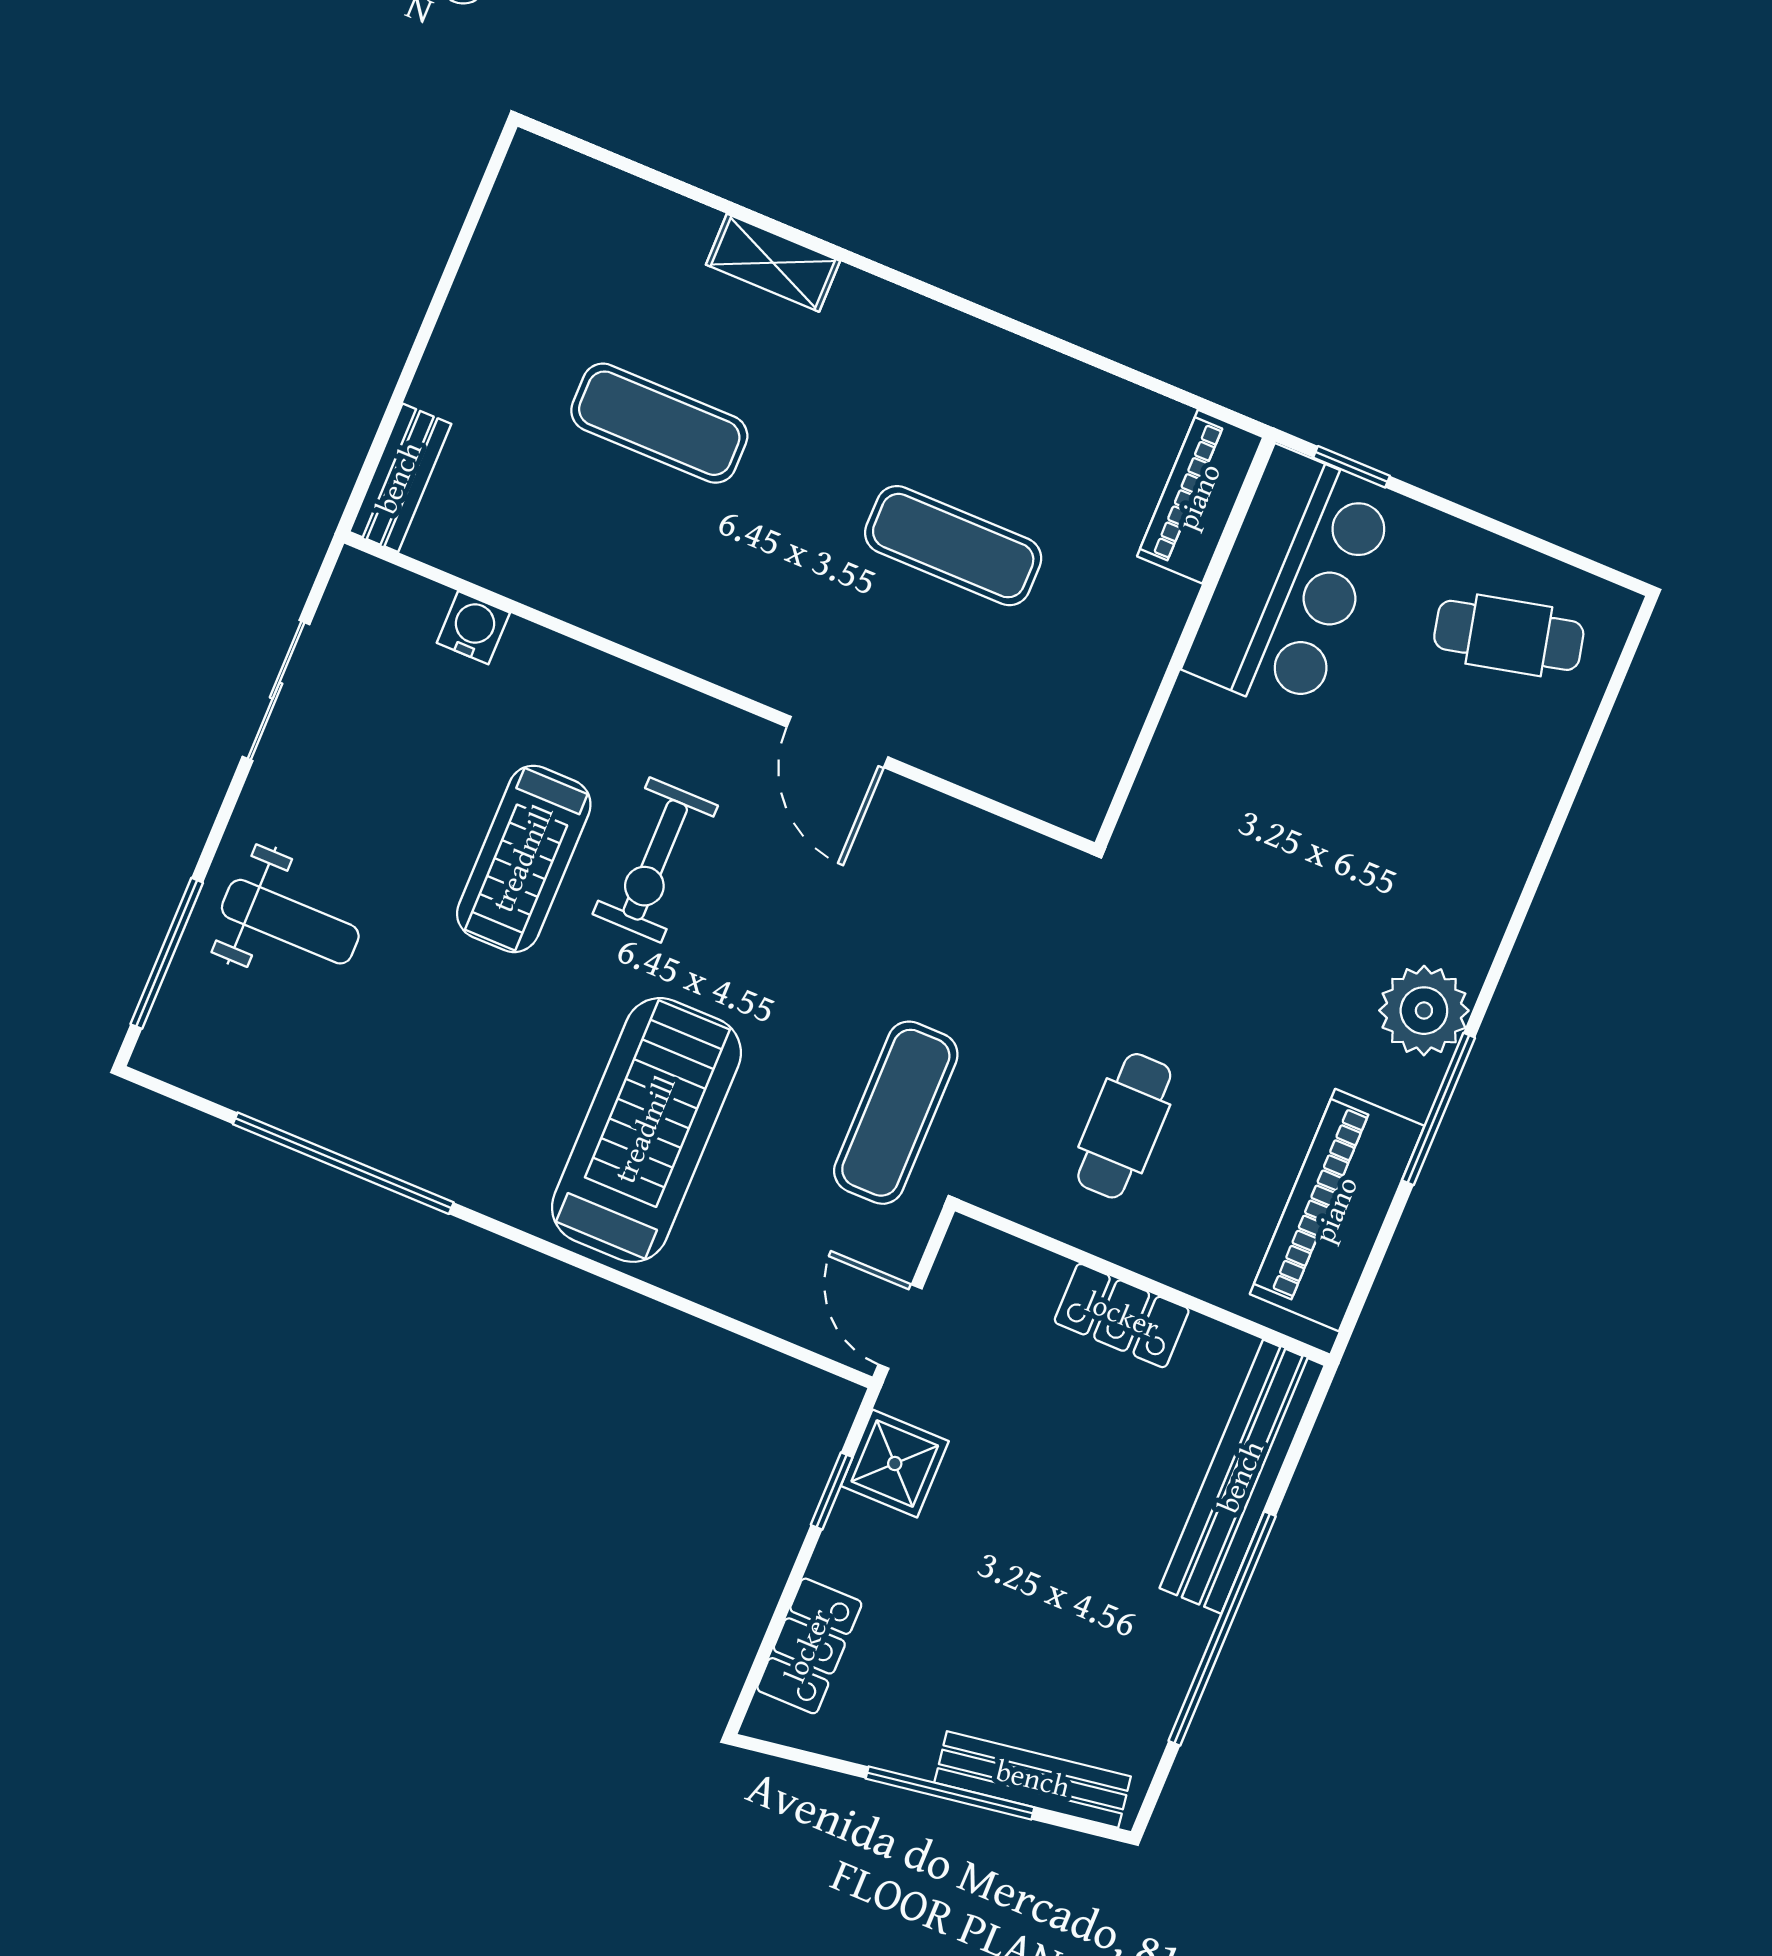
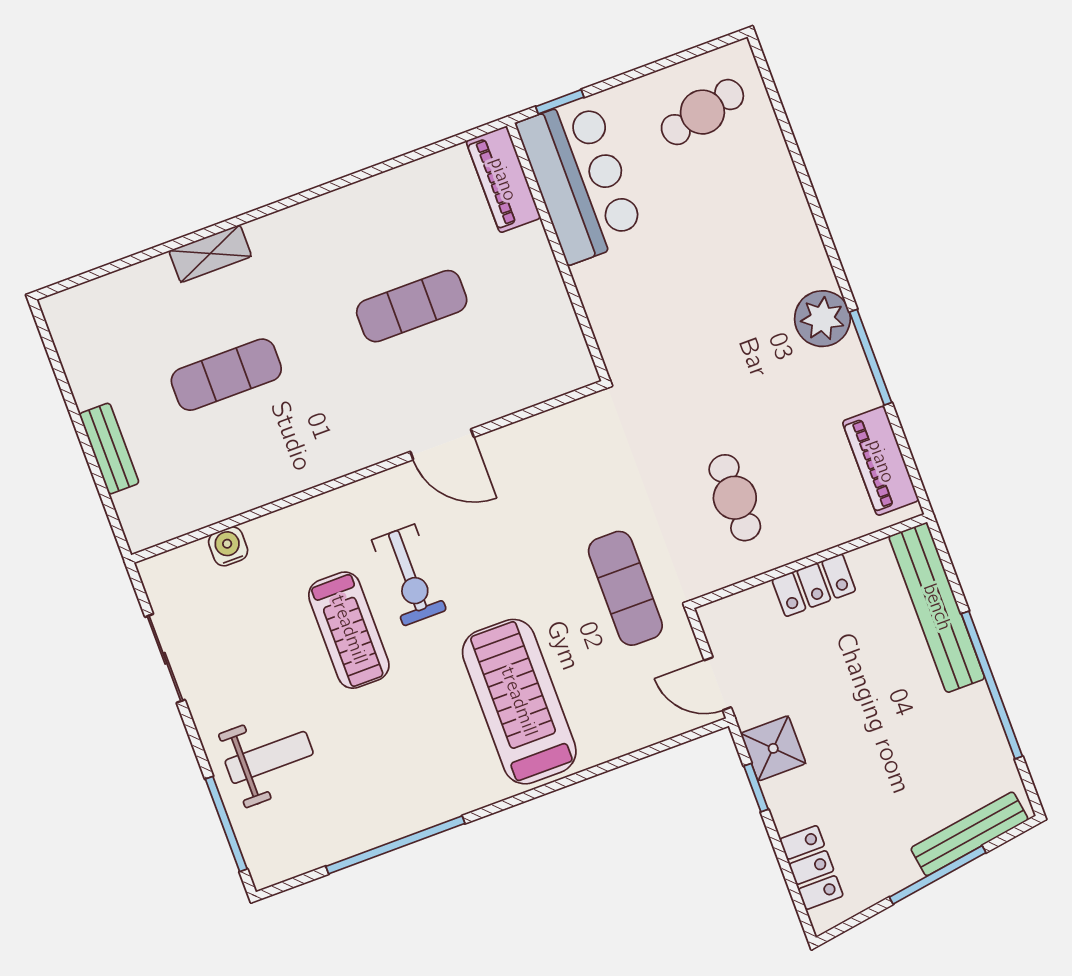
bench: (400, 478) -> (109, 449), moved
piano: (1337, 1210) -> (881, 461), width x0.73, depth x0.75

